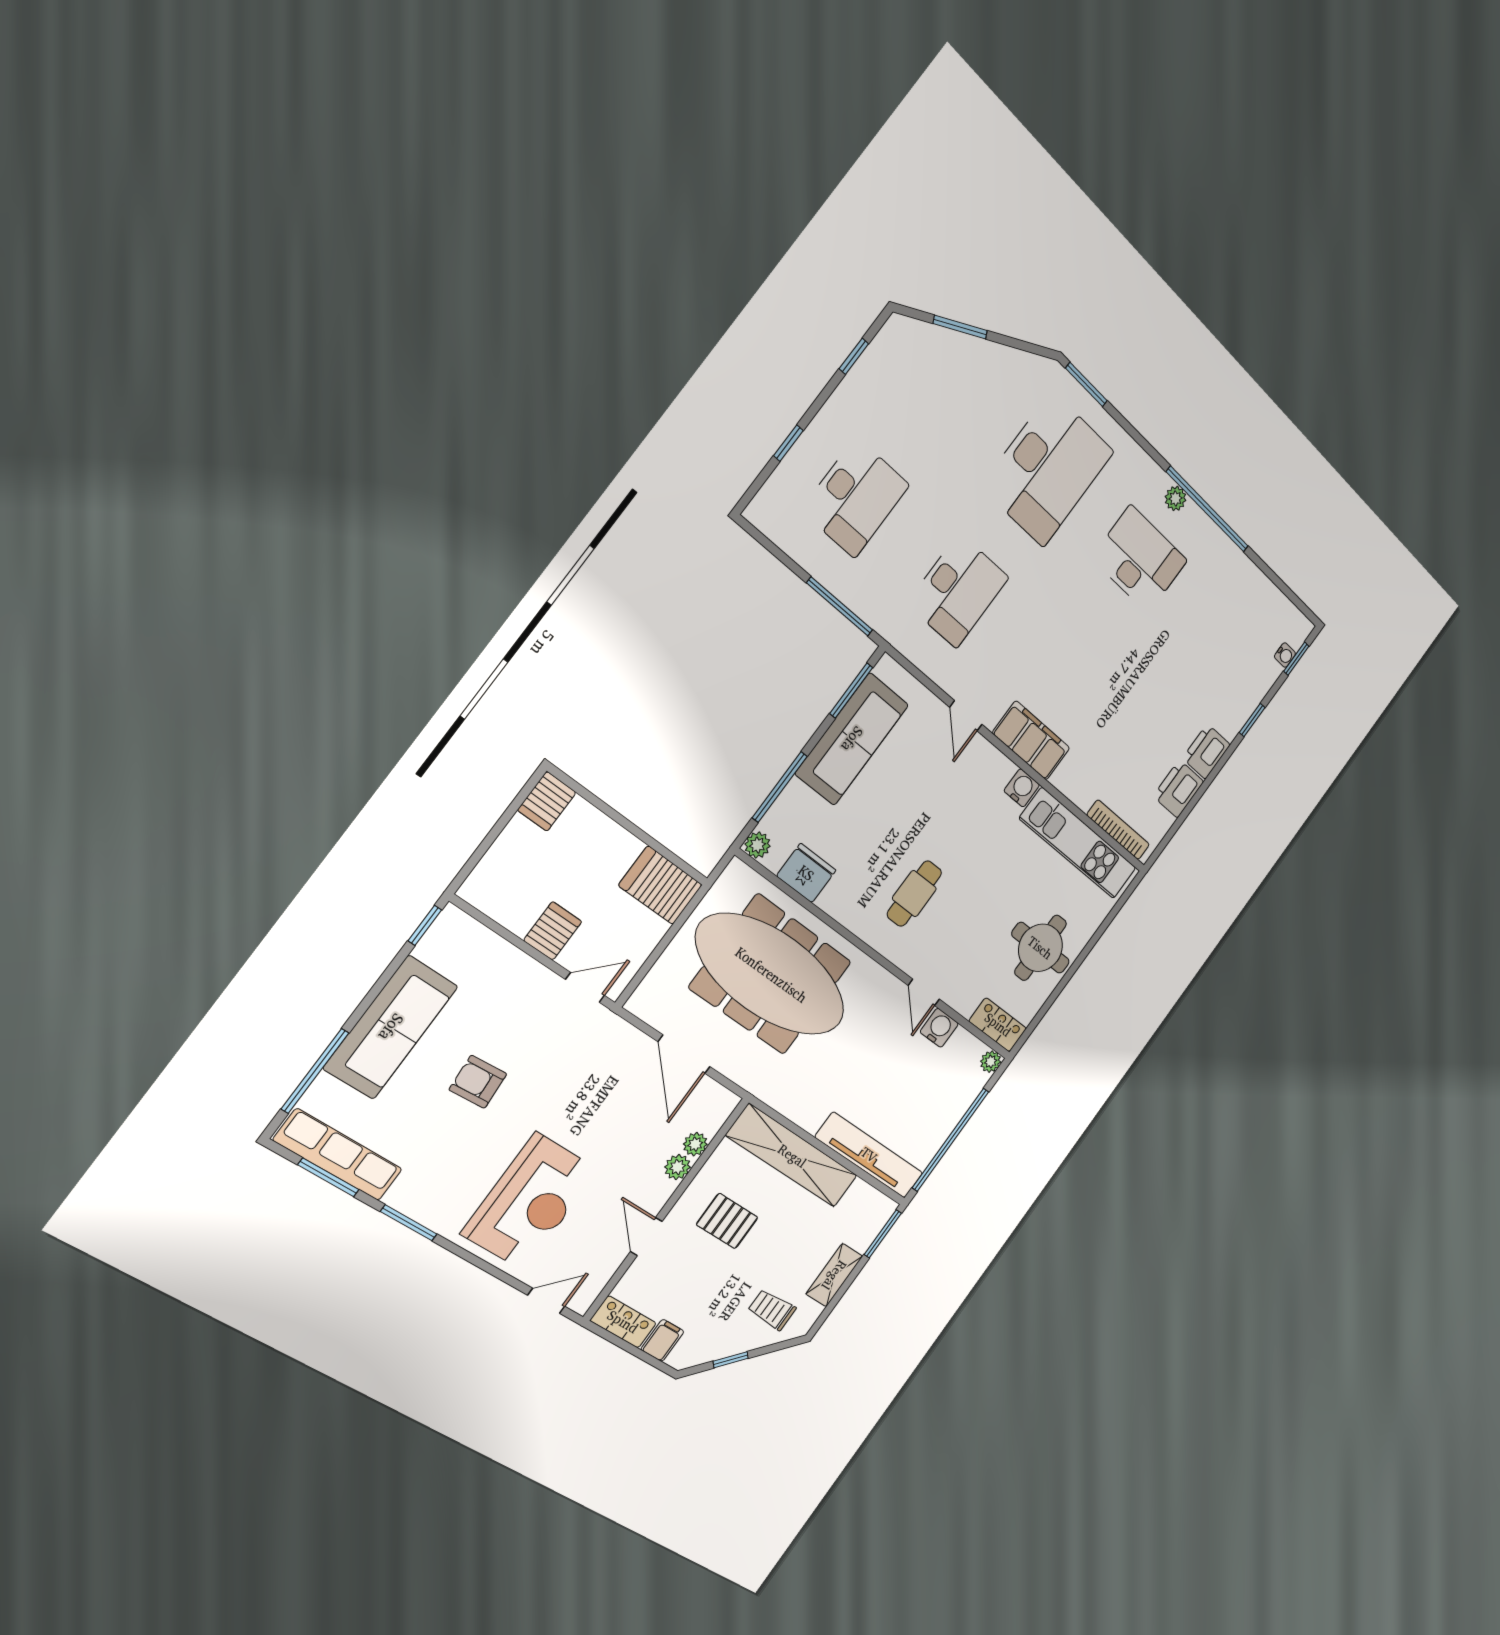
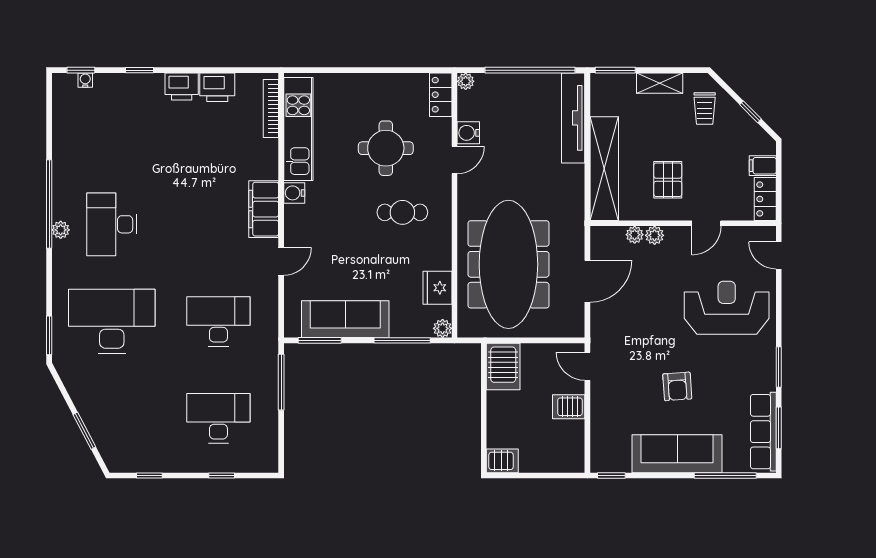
round table: (1040, 948) -> (386, 148), moved

